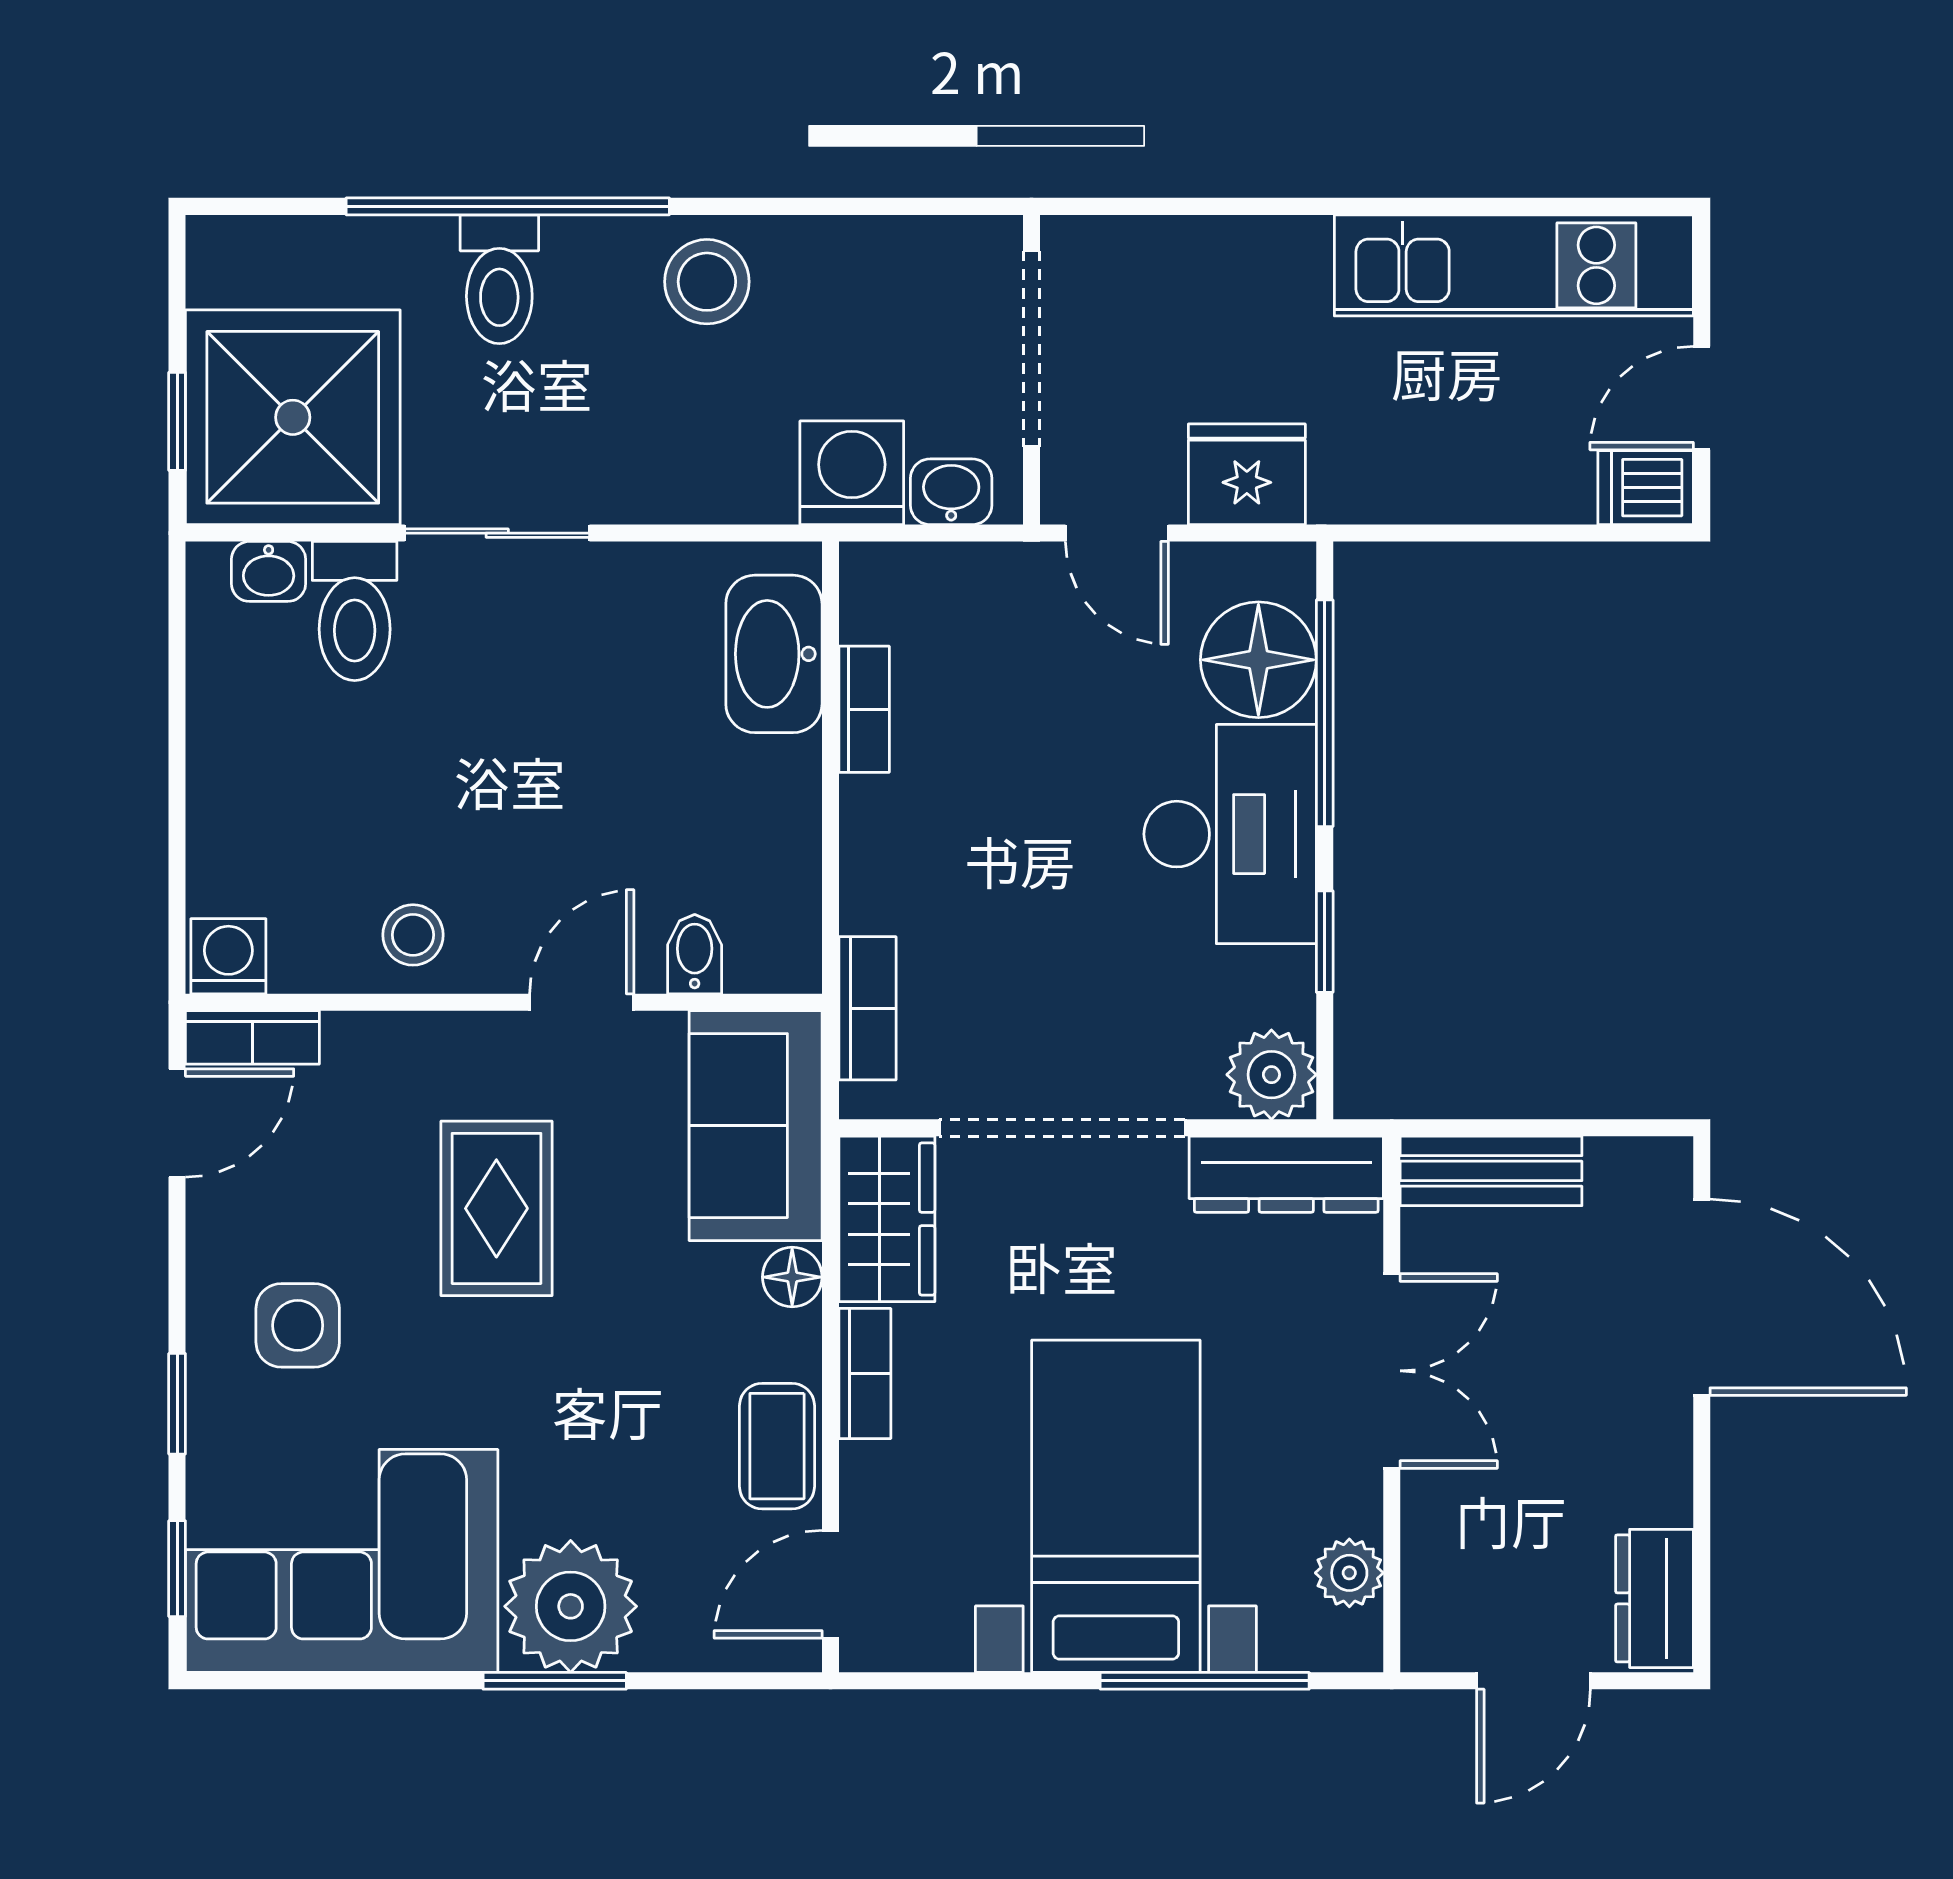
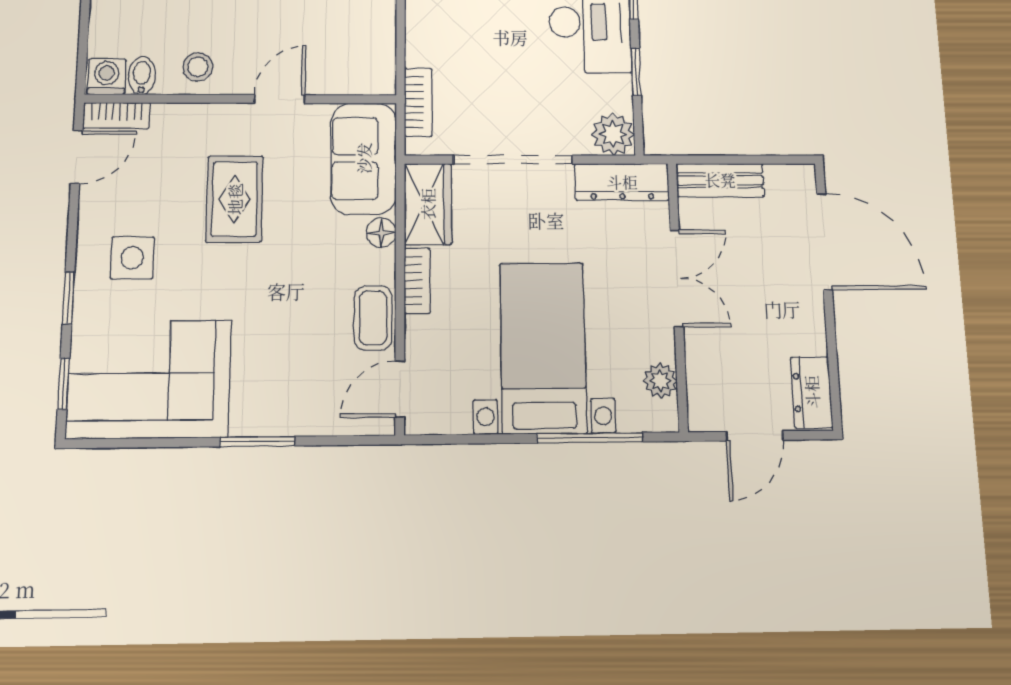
bidet: (695, 954) -> (142, 76), moved
plant: (571, 1606) -> (267, 402), removed

